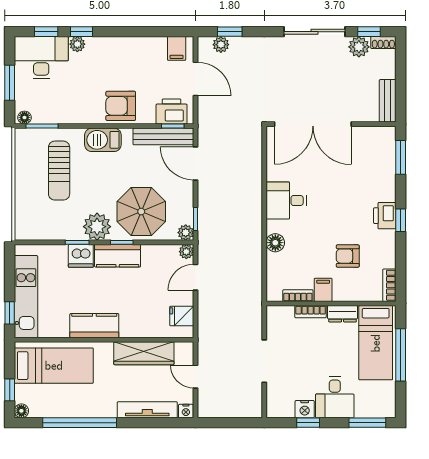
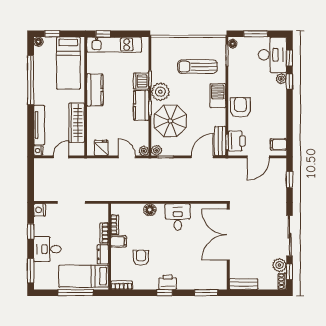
plant: (221, 45) -> (281, 174), removed
bench: (163, 136) -> (220, 141), width x0.73
nightstand: (305, 409) -> (40, 210), moved

